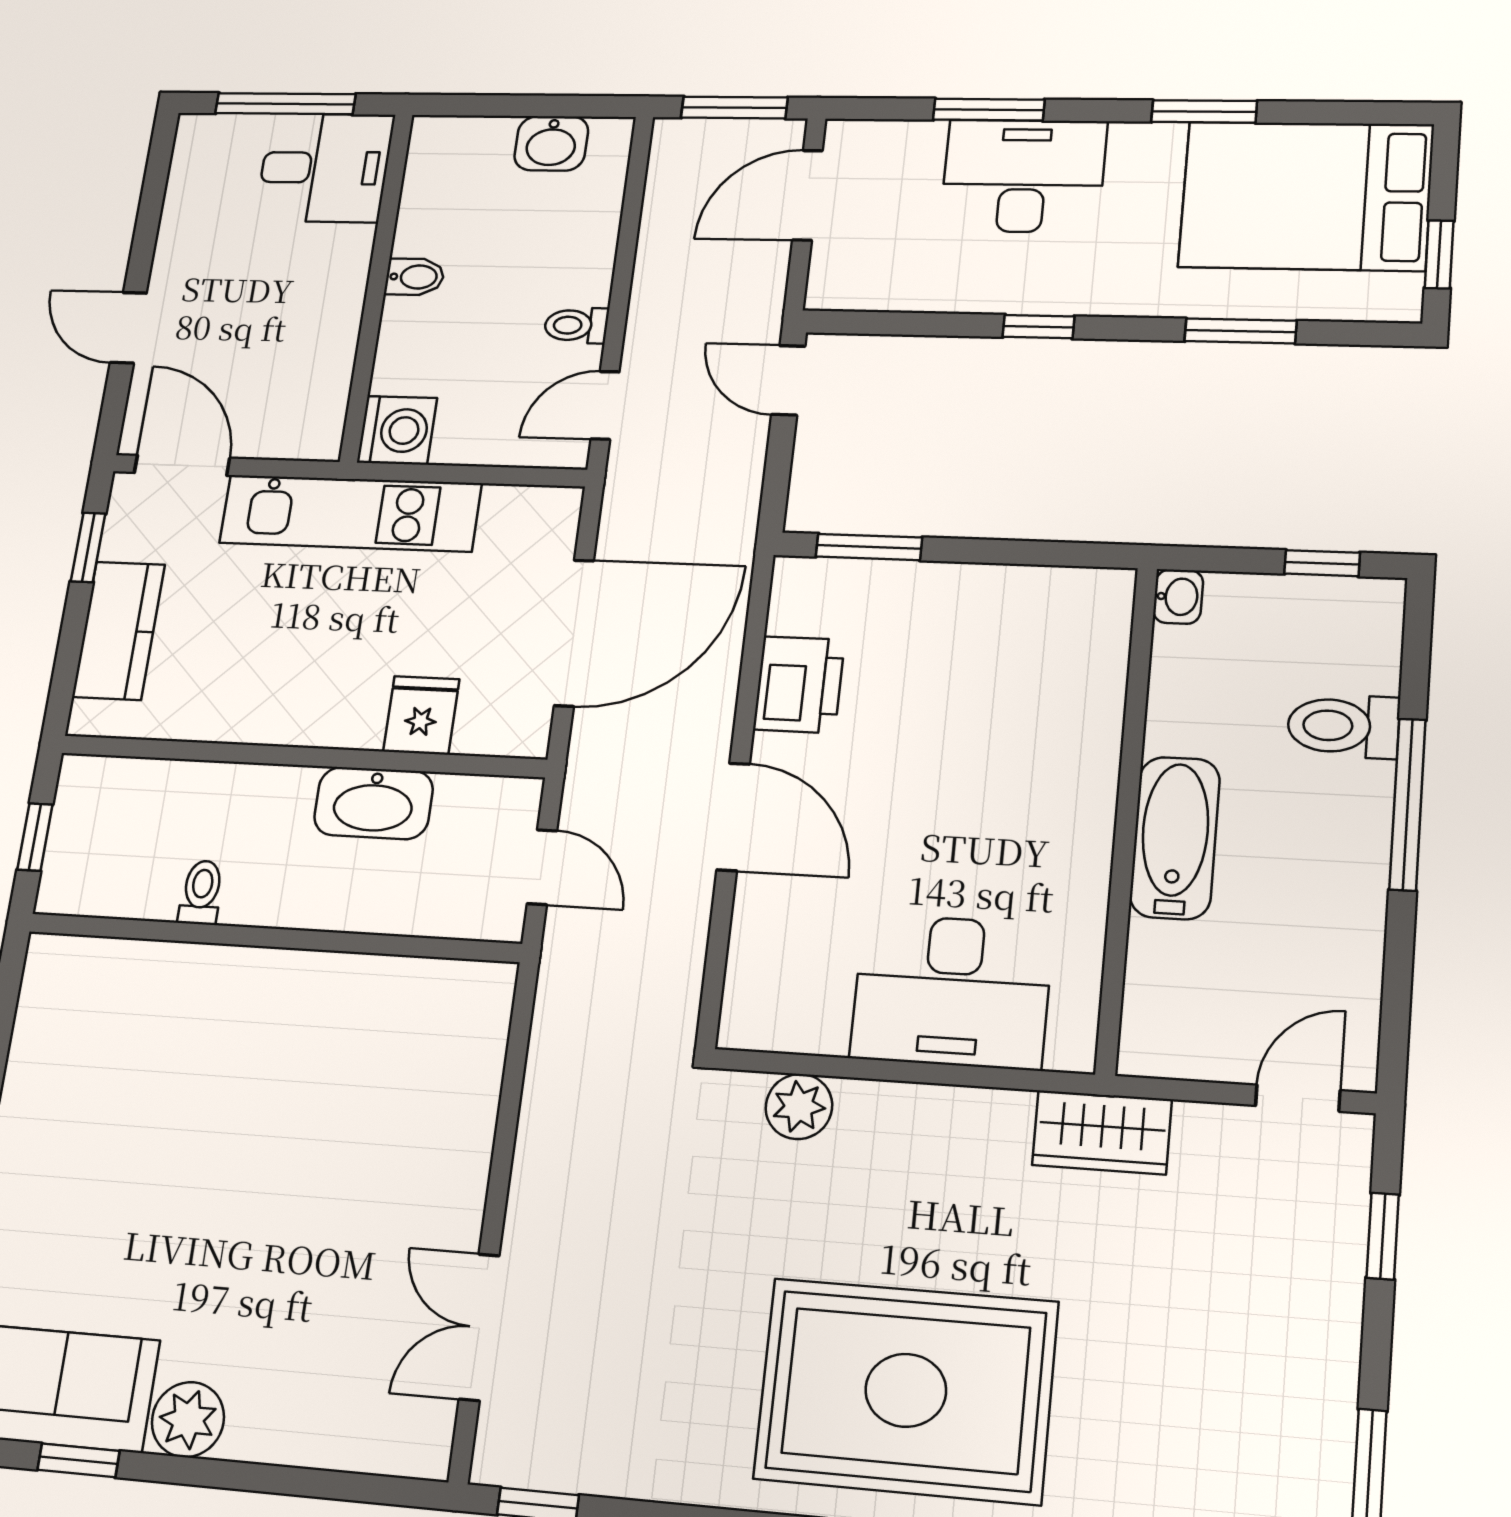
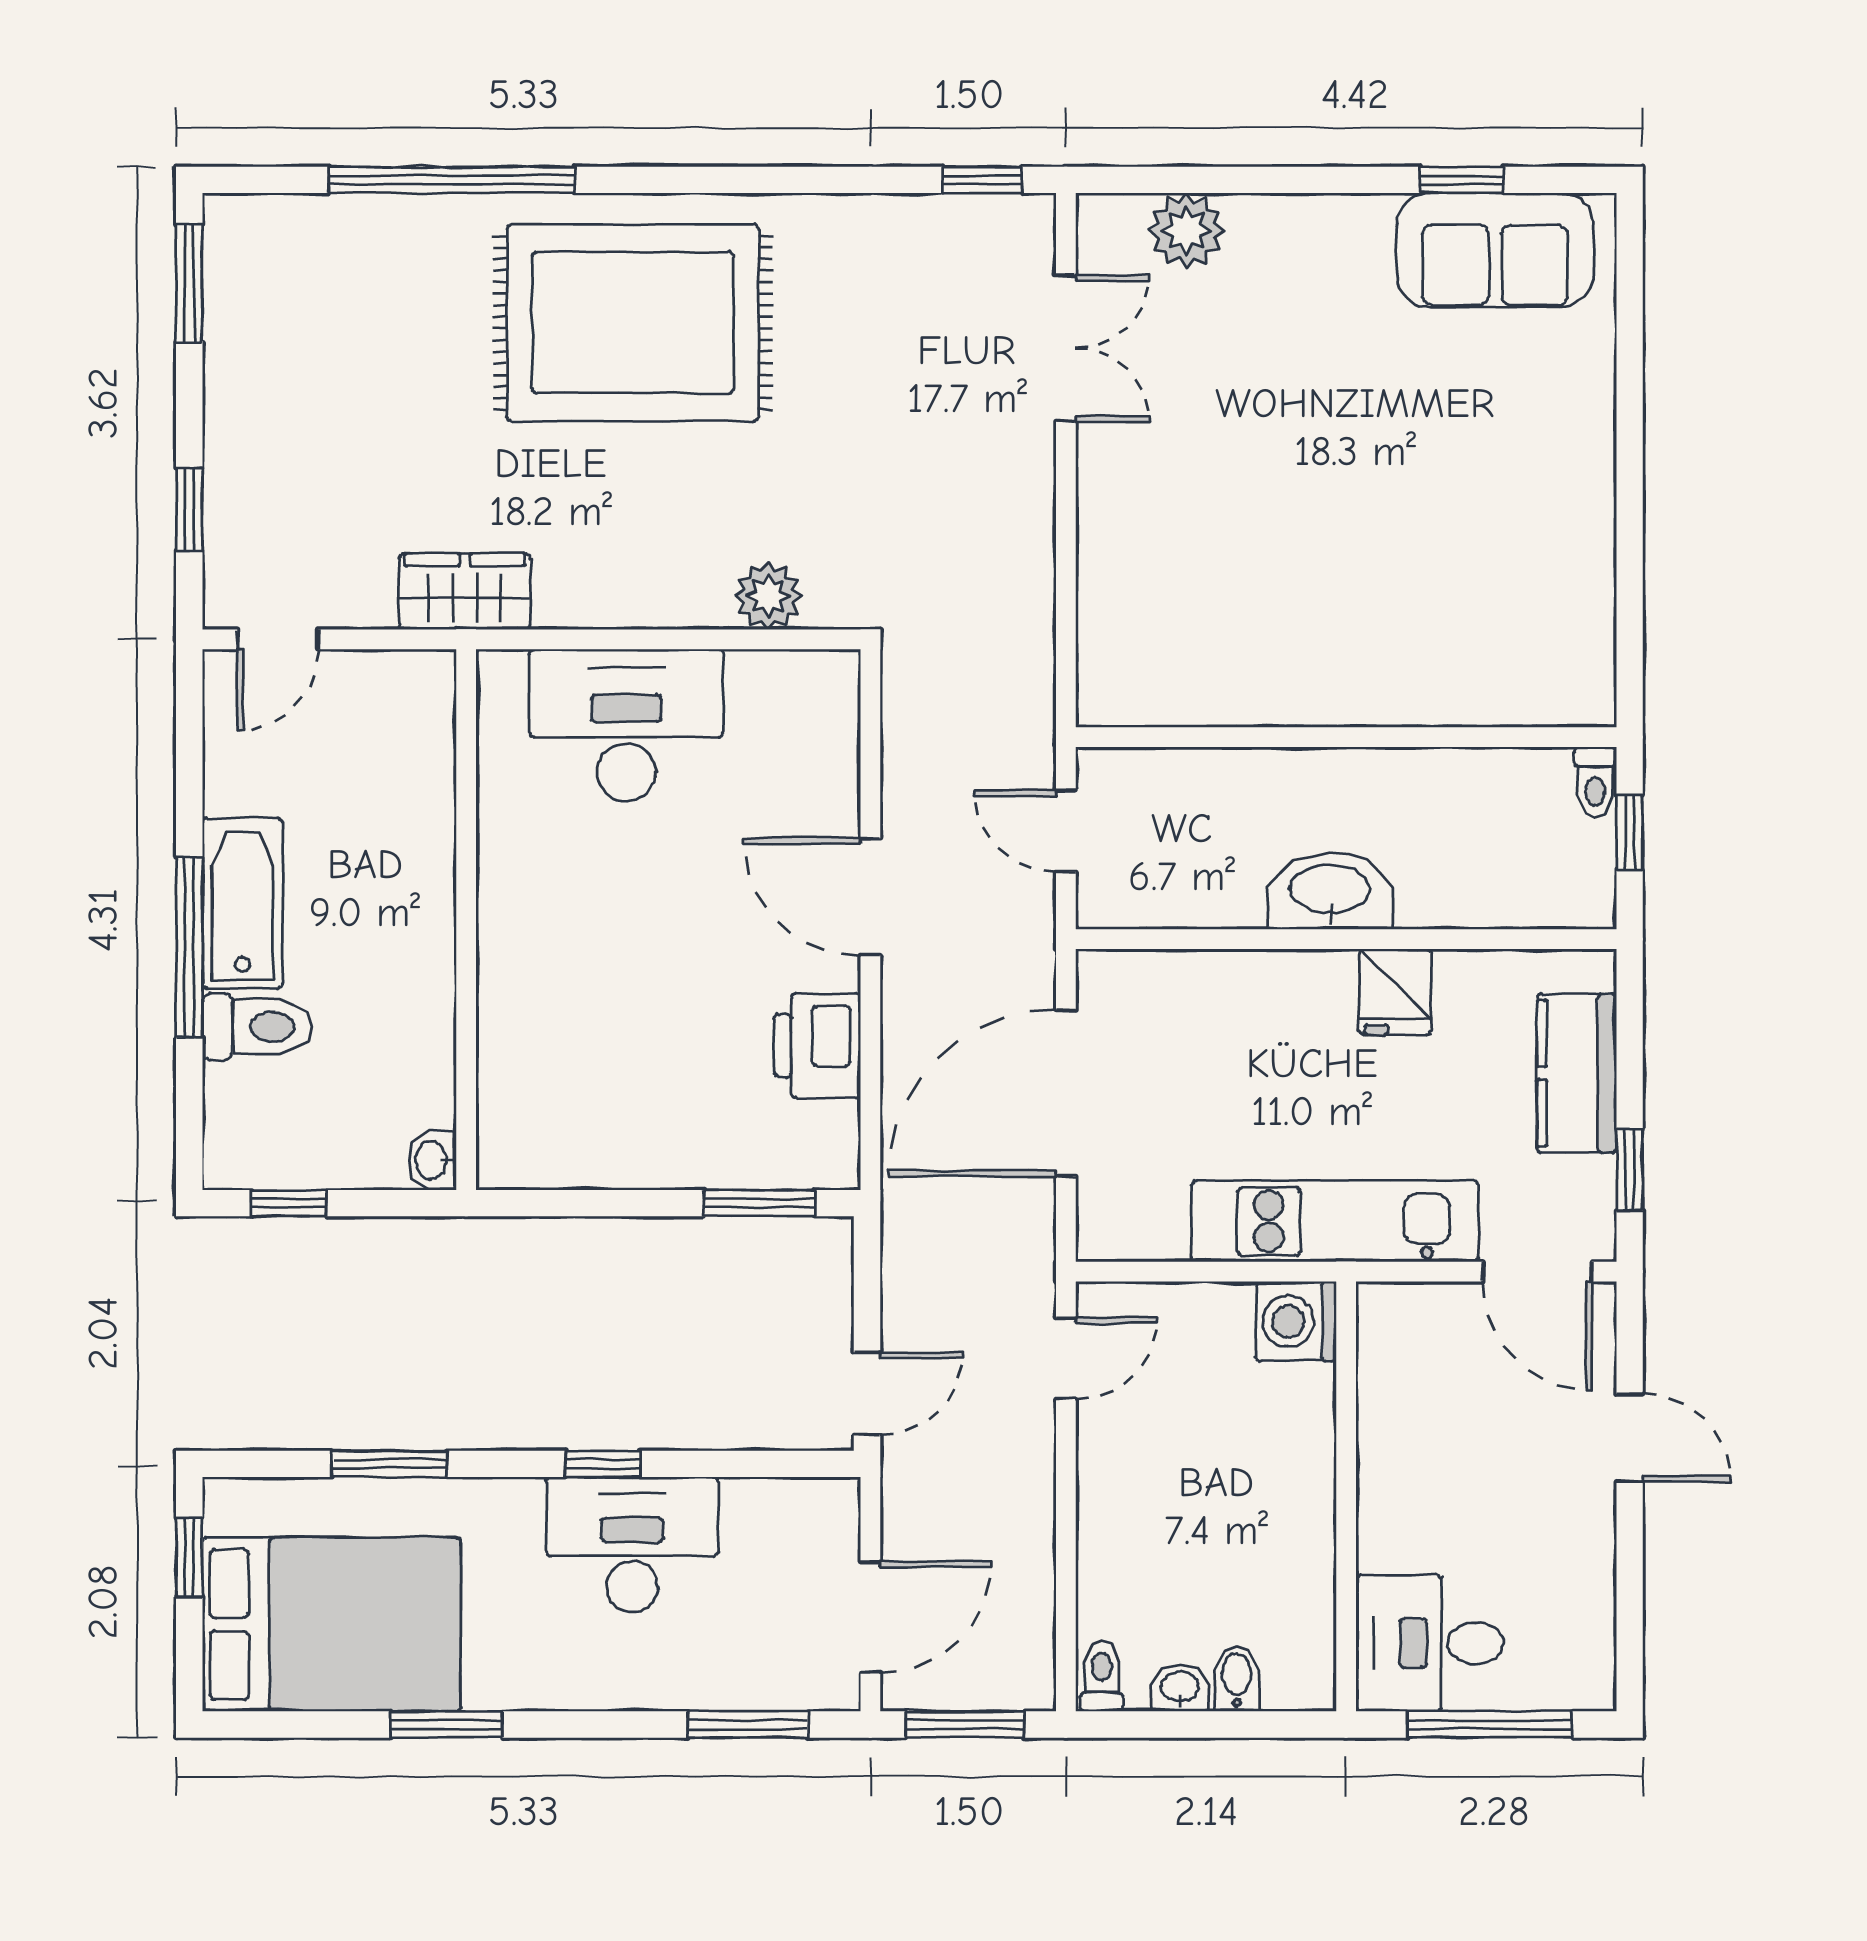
window: (989, 110) -> (748, 1724), moved
washbasin: (551, 143) -> (1180, 1688), width x0.72, depth x0.69
desk: (1023, 176) -> (632, 1545), moved, turned 180
bidet: (415, 277) -> (1237, 1678), moved, turned 90
toilet: (576, 325) -> (1102, 1677), moved, turned -90
door: (788, 380) -> (867, 1394), hinge flipped
fridge: (421, 715) -> (1395, 992), moved
washbasin: (373, 803) -> (1330, 891), moved
bathtub: (1175, 838) -> (242, 903), moved, turned 180
toilet: (201, 892) -> (1595, 782), moved
plant: (188, 1420) -> (1187, 231), moved

